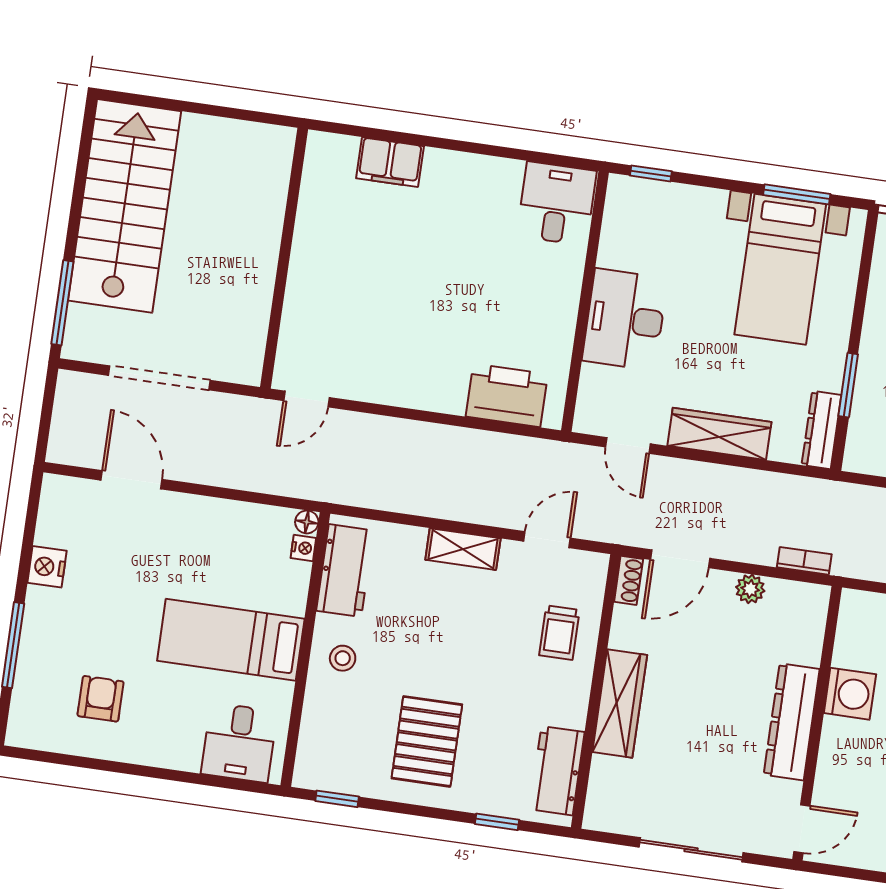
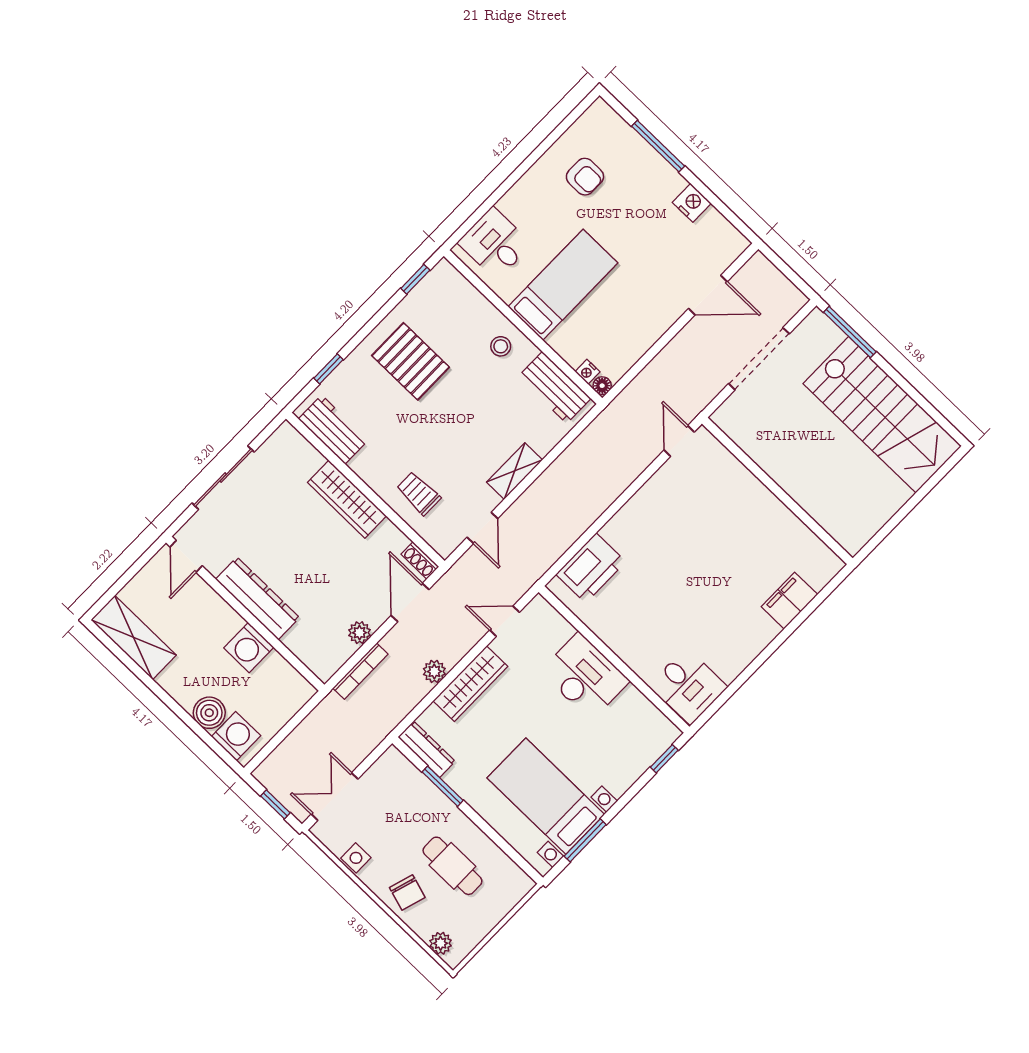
plant: (734, 481) -> (434, 671), added
bookcase: (804, 561) -> (360, 671), width x1.56

